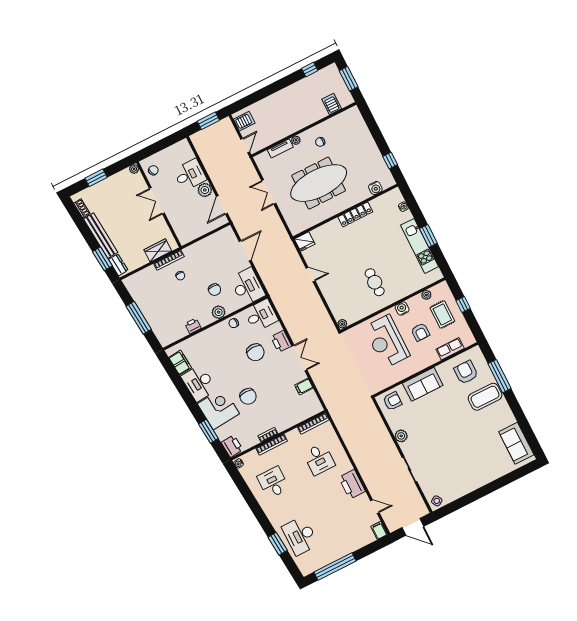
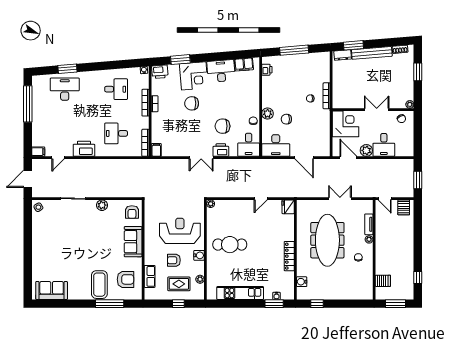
corner desk: (188, 226) -> (345, 124), added
window: (428, 236) -> (274, 304), moved
wardrobe: (158, 250) -> (338, 91), removed
cafe table: (375, 282) -> (230, 245), width x1.37, depth x1.35
printer: (193, 326) -> (267, 70), moved
filing cabinet: (304, 386) -> (156, 150), moved

